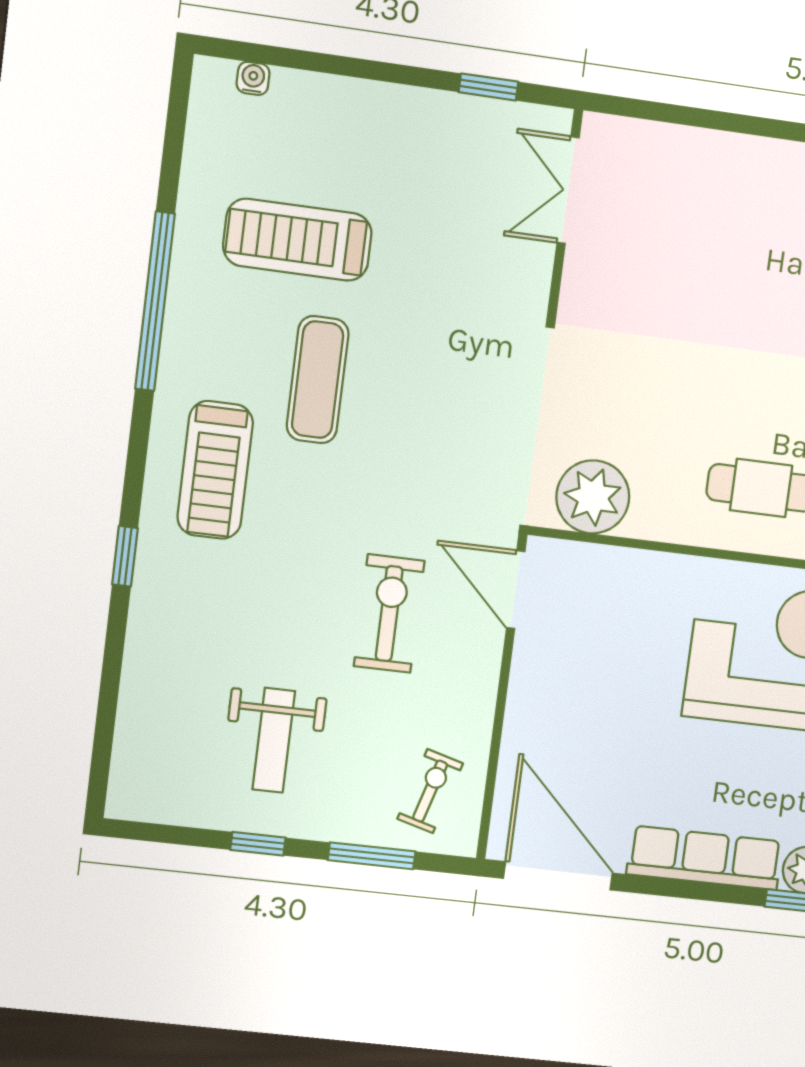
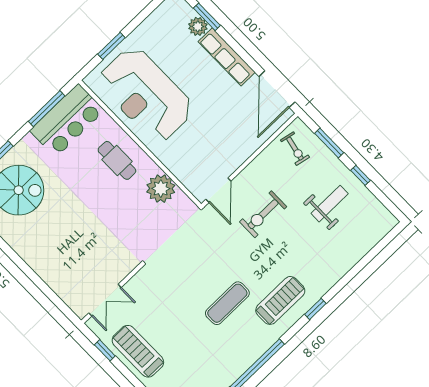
treadmill: (297, 240) -> (138, 351), moved, turned 180
plant: (593, 497) -> (161, 189), moved
window: (125, 556) -> (315, 309), moved
exercise bike: (430, 791) -> (295, 149), turned -94

